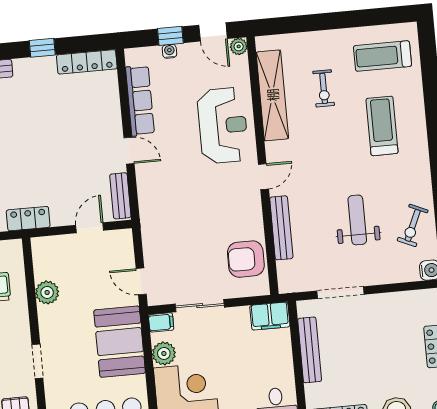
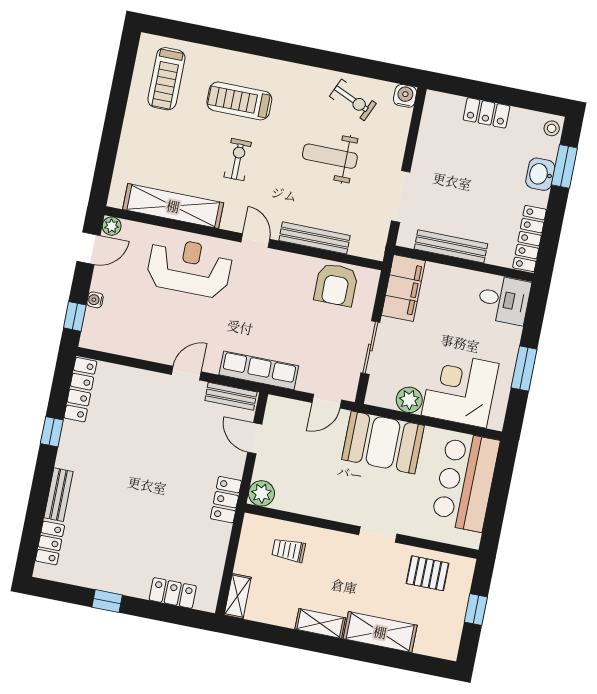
window: (170, 36) -> (75, 316), moved
exercise bike: (324, 88) -> (238, 160), moved, turned -90
row of seats: (140, 101) -> (259, 370), moved
plant: (47, 292) -> (261, 493), moved
filing cabinet: (270, 316) -> (403, 288), width x1.50, depth x1.17
filing cabinet: (161, 322) -> (376, 393), removed

